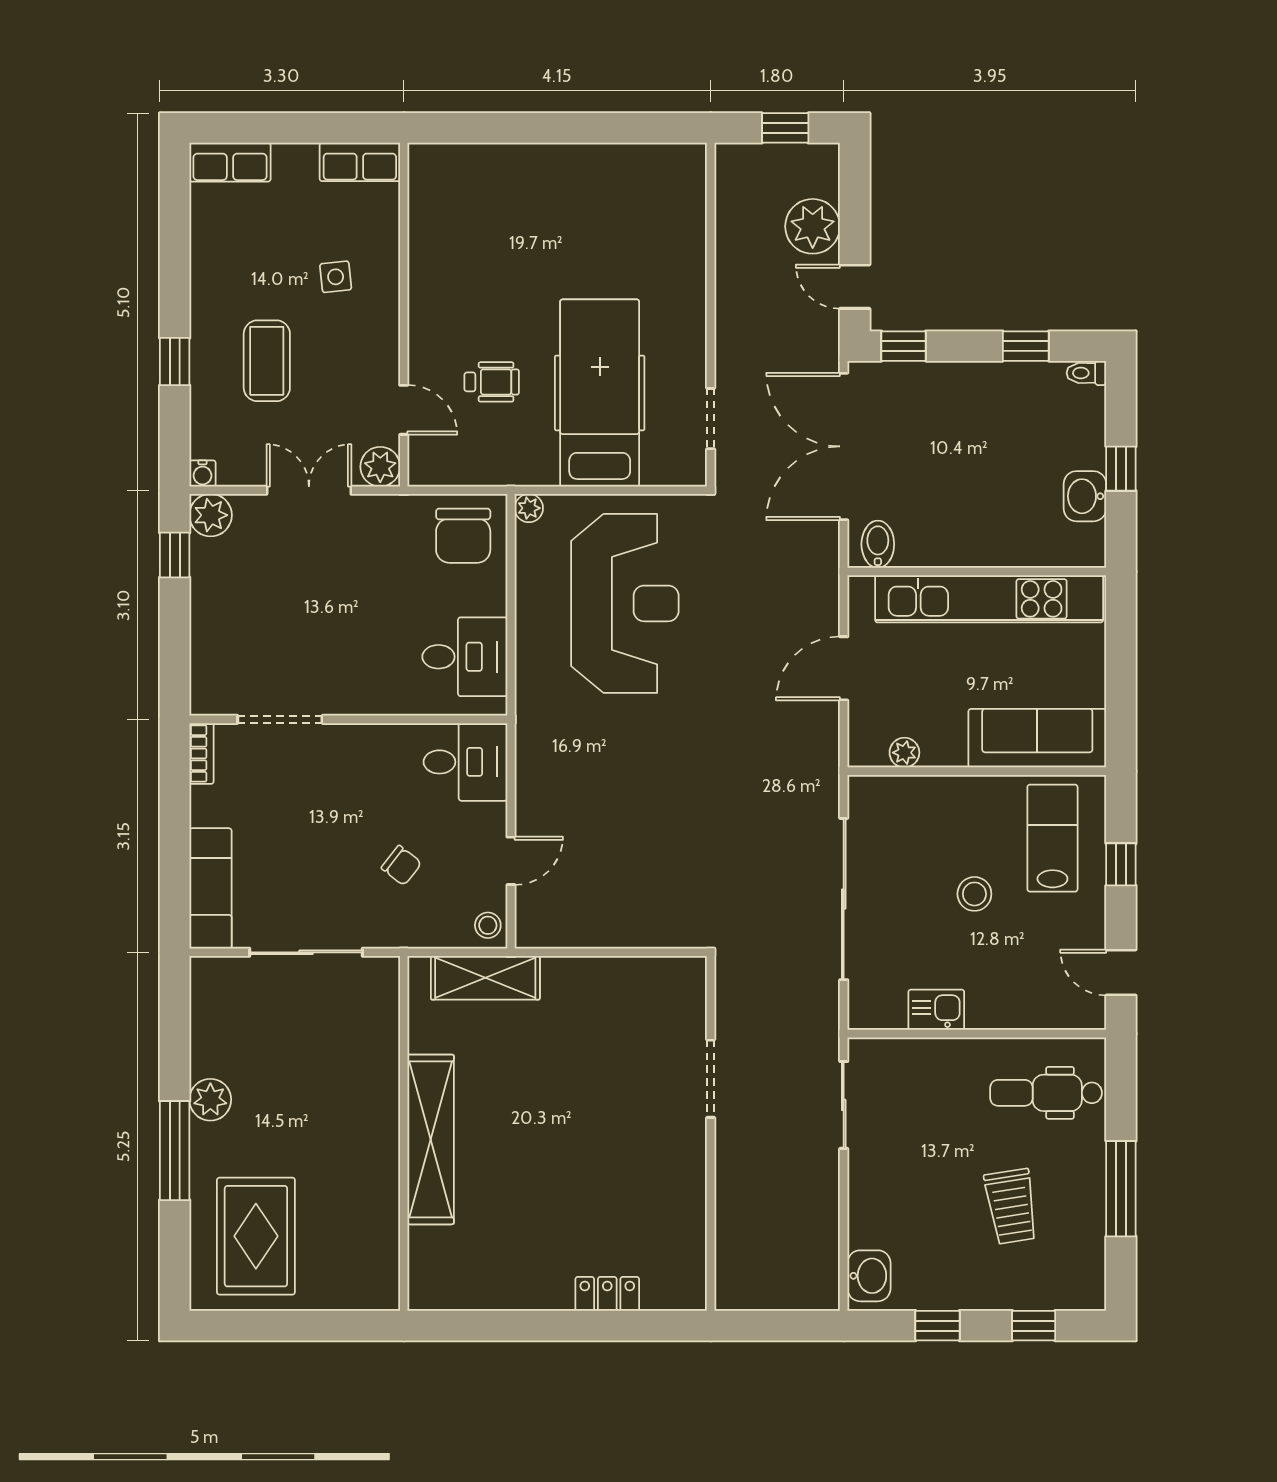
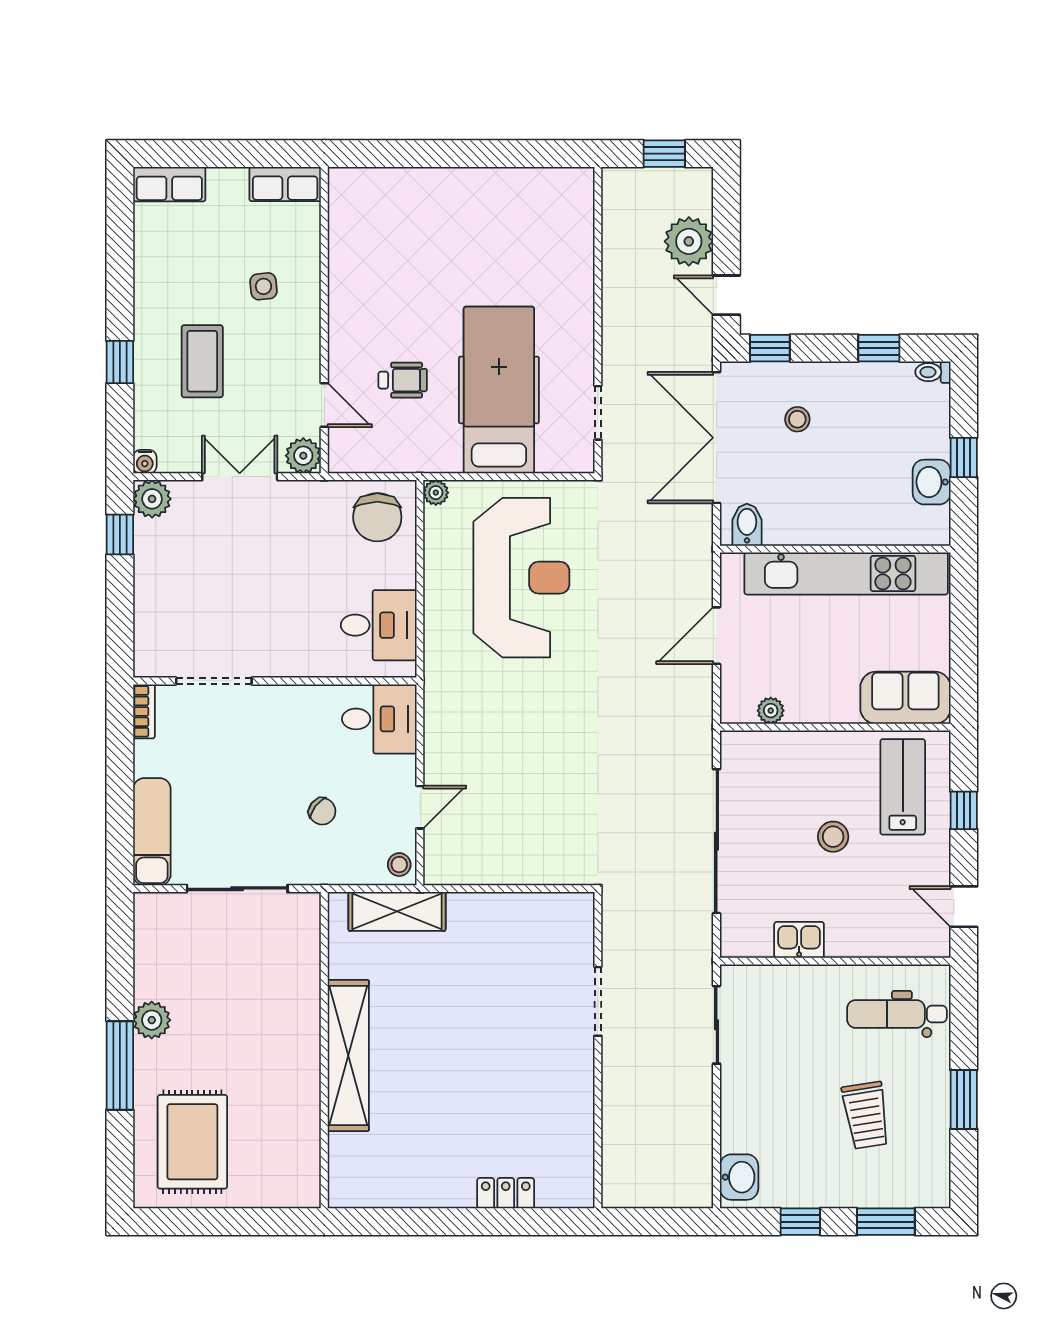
stool: (934, 426) -> (797, 419), added
sofa: (1037, 738) -> (905, 698), width x0.73
window: (1121, 1189) -> (964, 1099), width x0.69
window: (1034, 1326) -> (886, 1222), width x1.50

